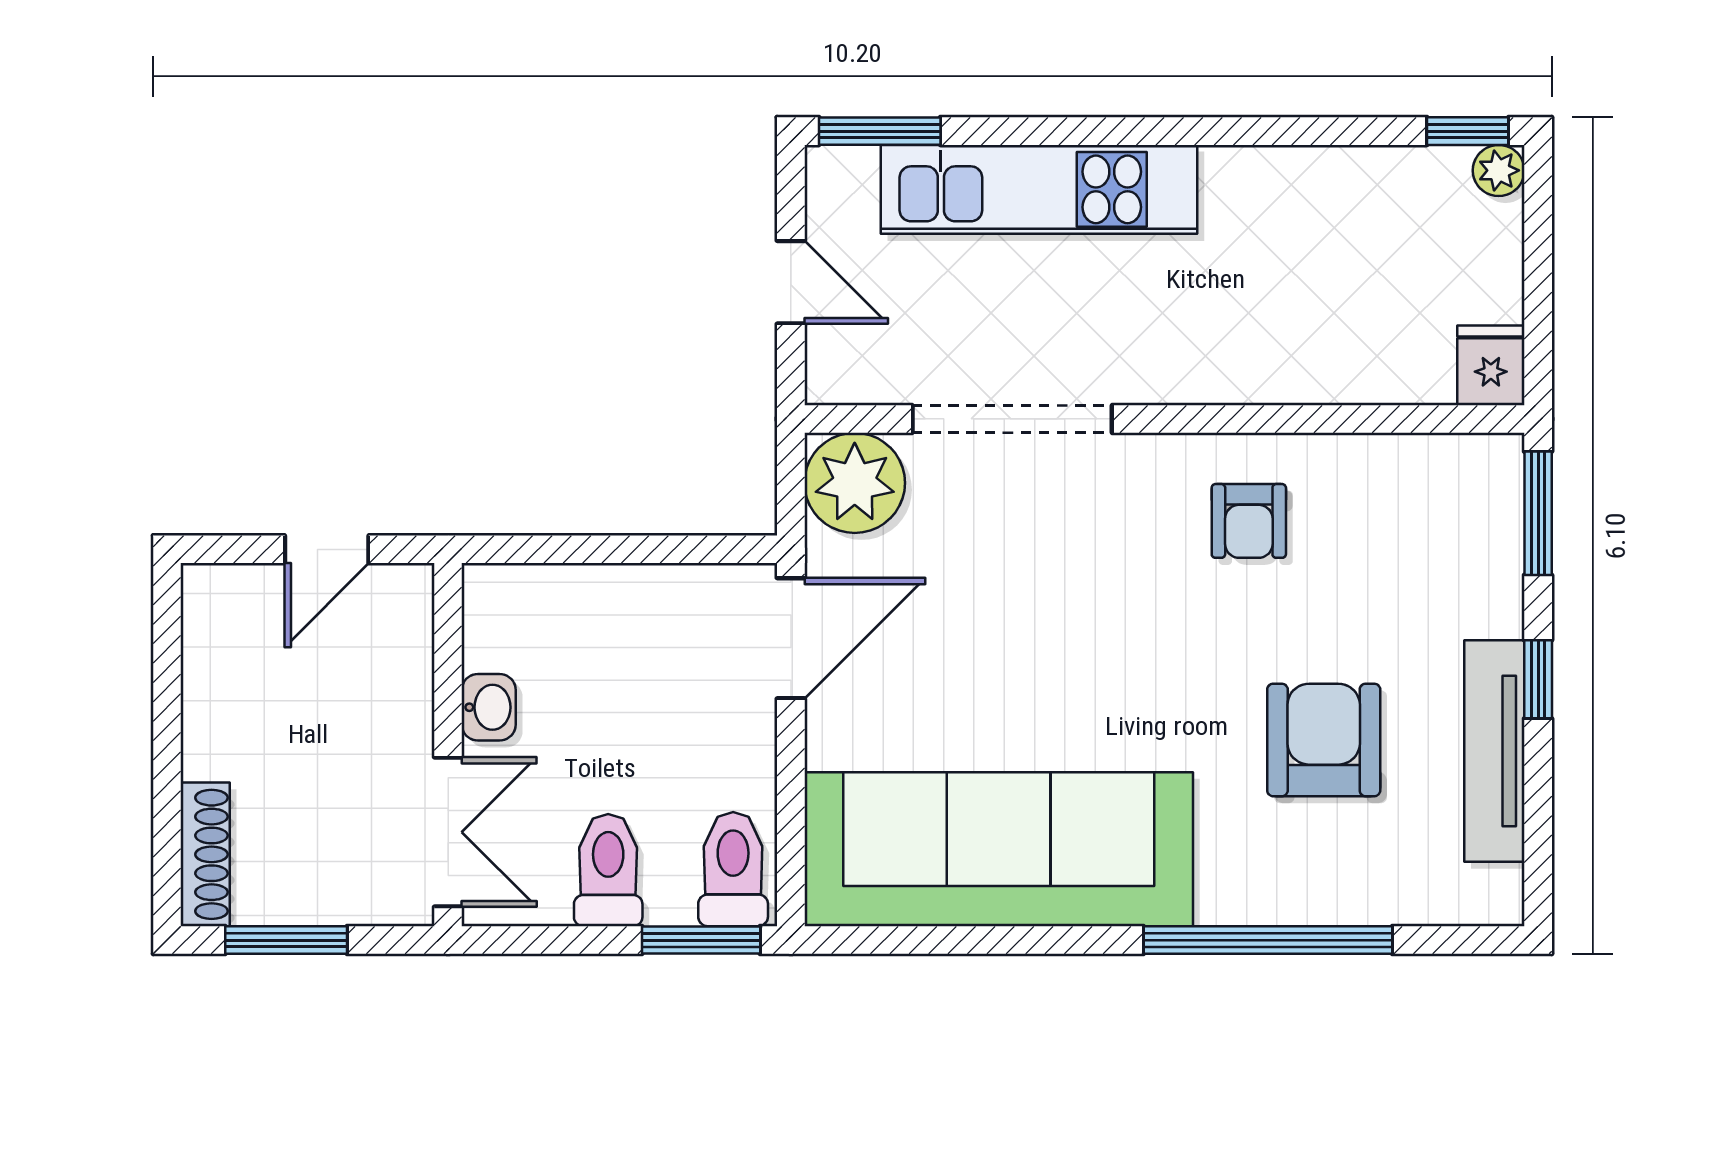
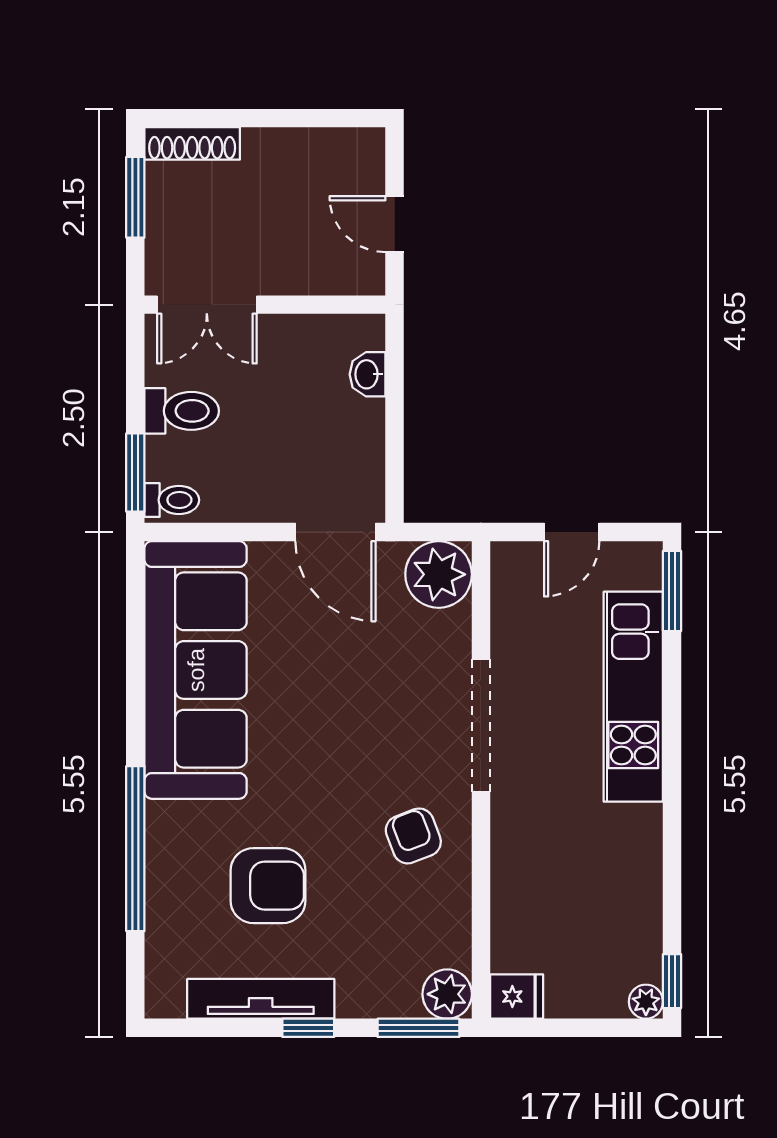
doorway: (1012, 419) -> (481, 726), moved
plant: (1487, 470) -> (447, 994), added
armchair: (1249, 521) -> (413, 836), turned 69
washbasin: (489, 707) -> (368, 374), moved, turned 90
toilet: (733, 869) -> (172, 500), width x0.73, depth x0.72

